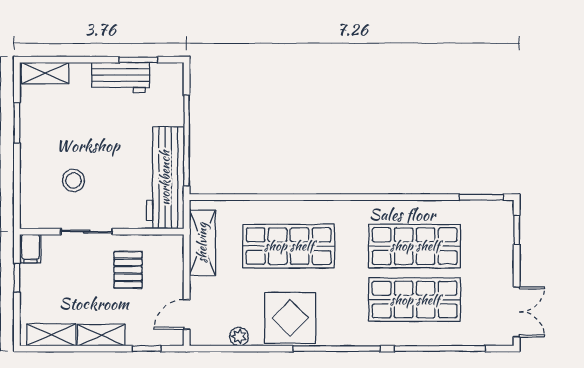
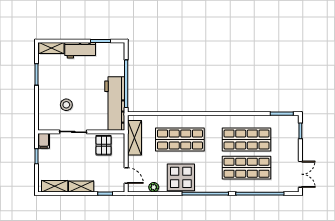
workbench: (121, 77) -> (80, 50), moved
pallet: (128, 270) -> (104, 145), moved
door: (187, 314) -> (126, 176), swing flipped

